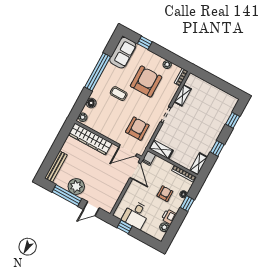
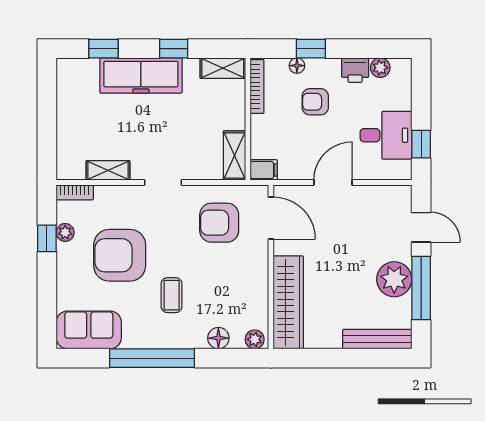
window: (145, 43) -> (47, 238), moved
freezer: (214, 129) -> (141, 75), added
door: (135, 171) -> (333, 183), moved

